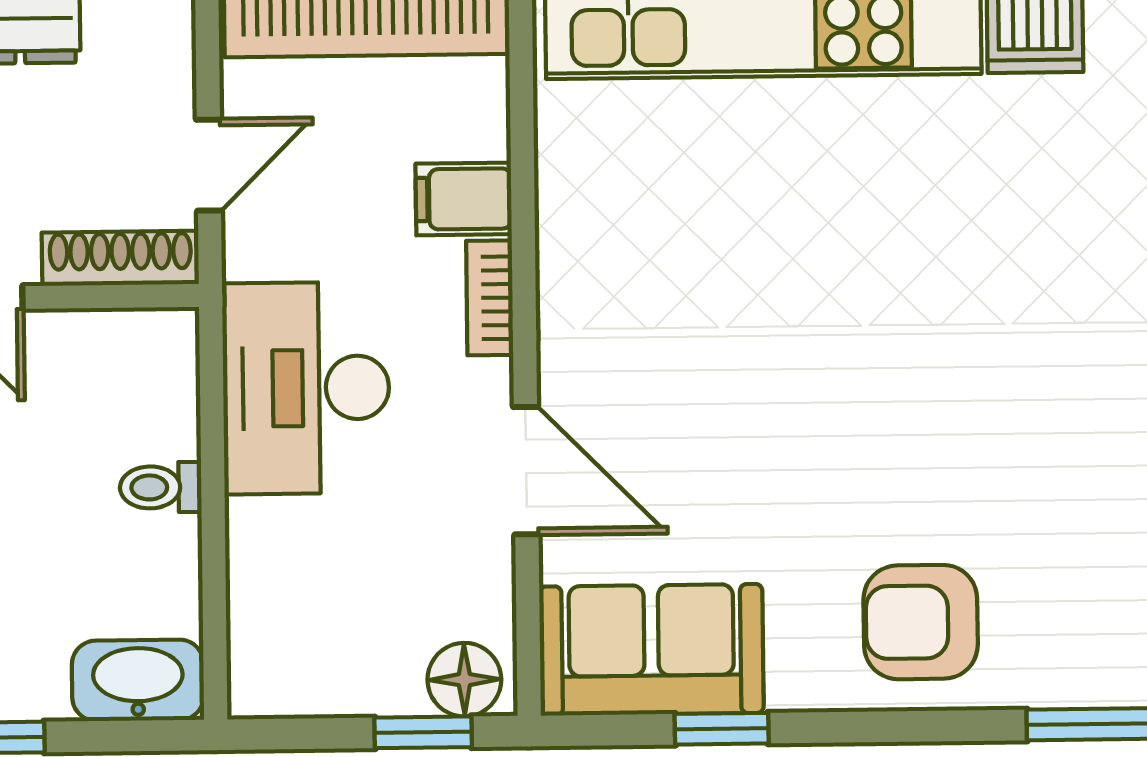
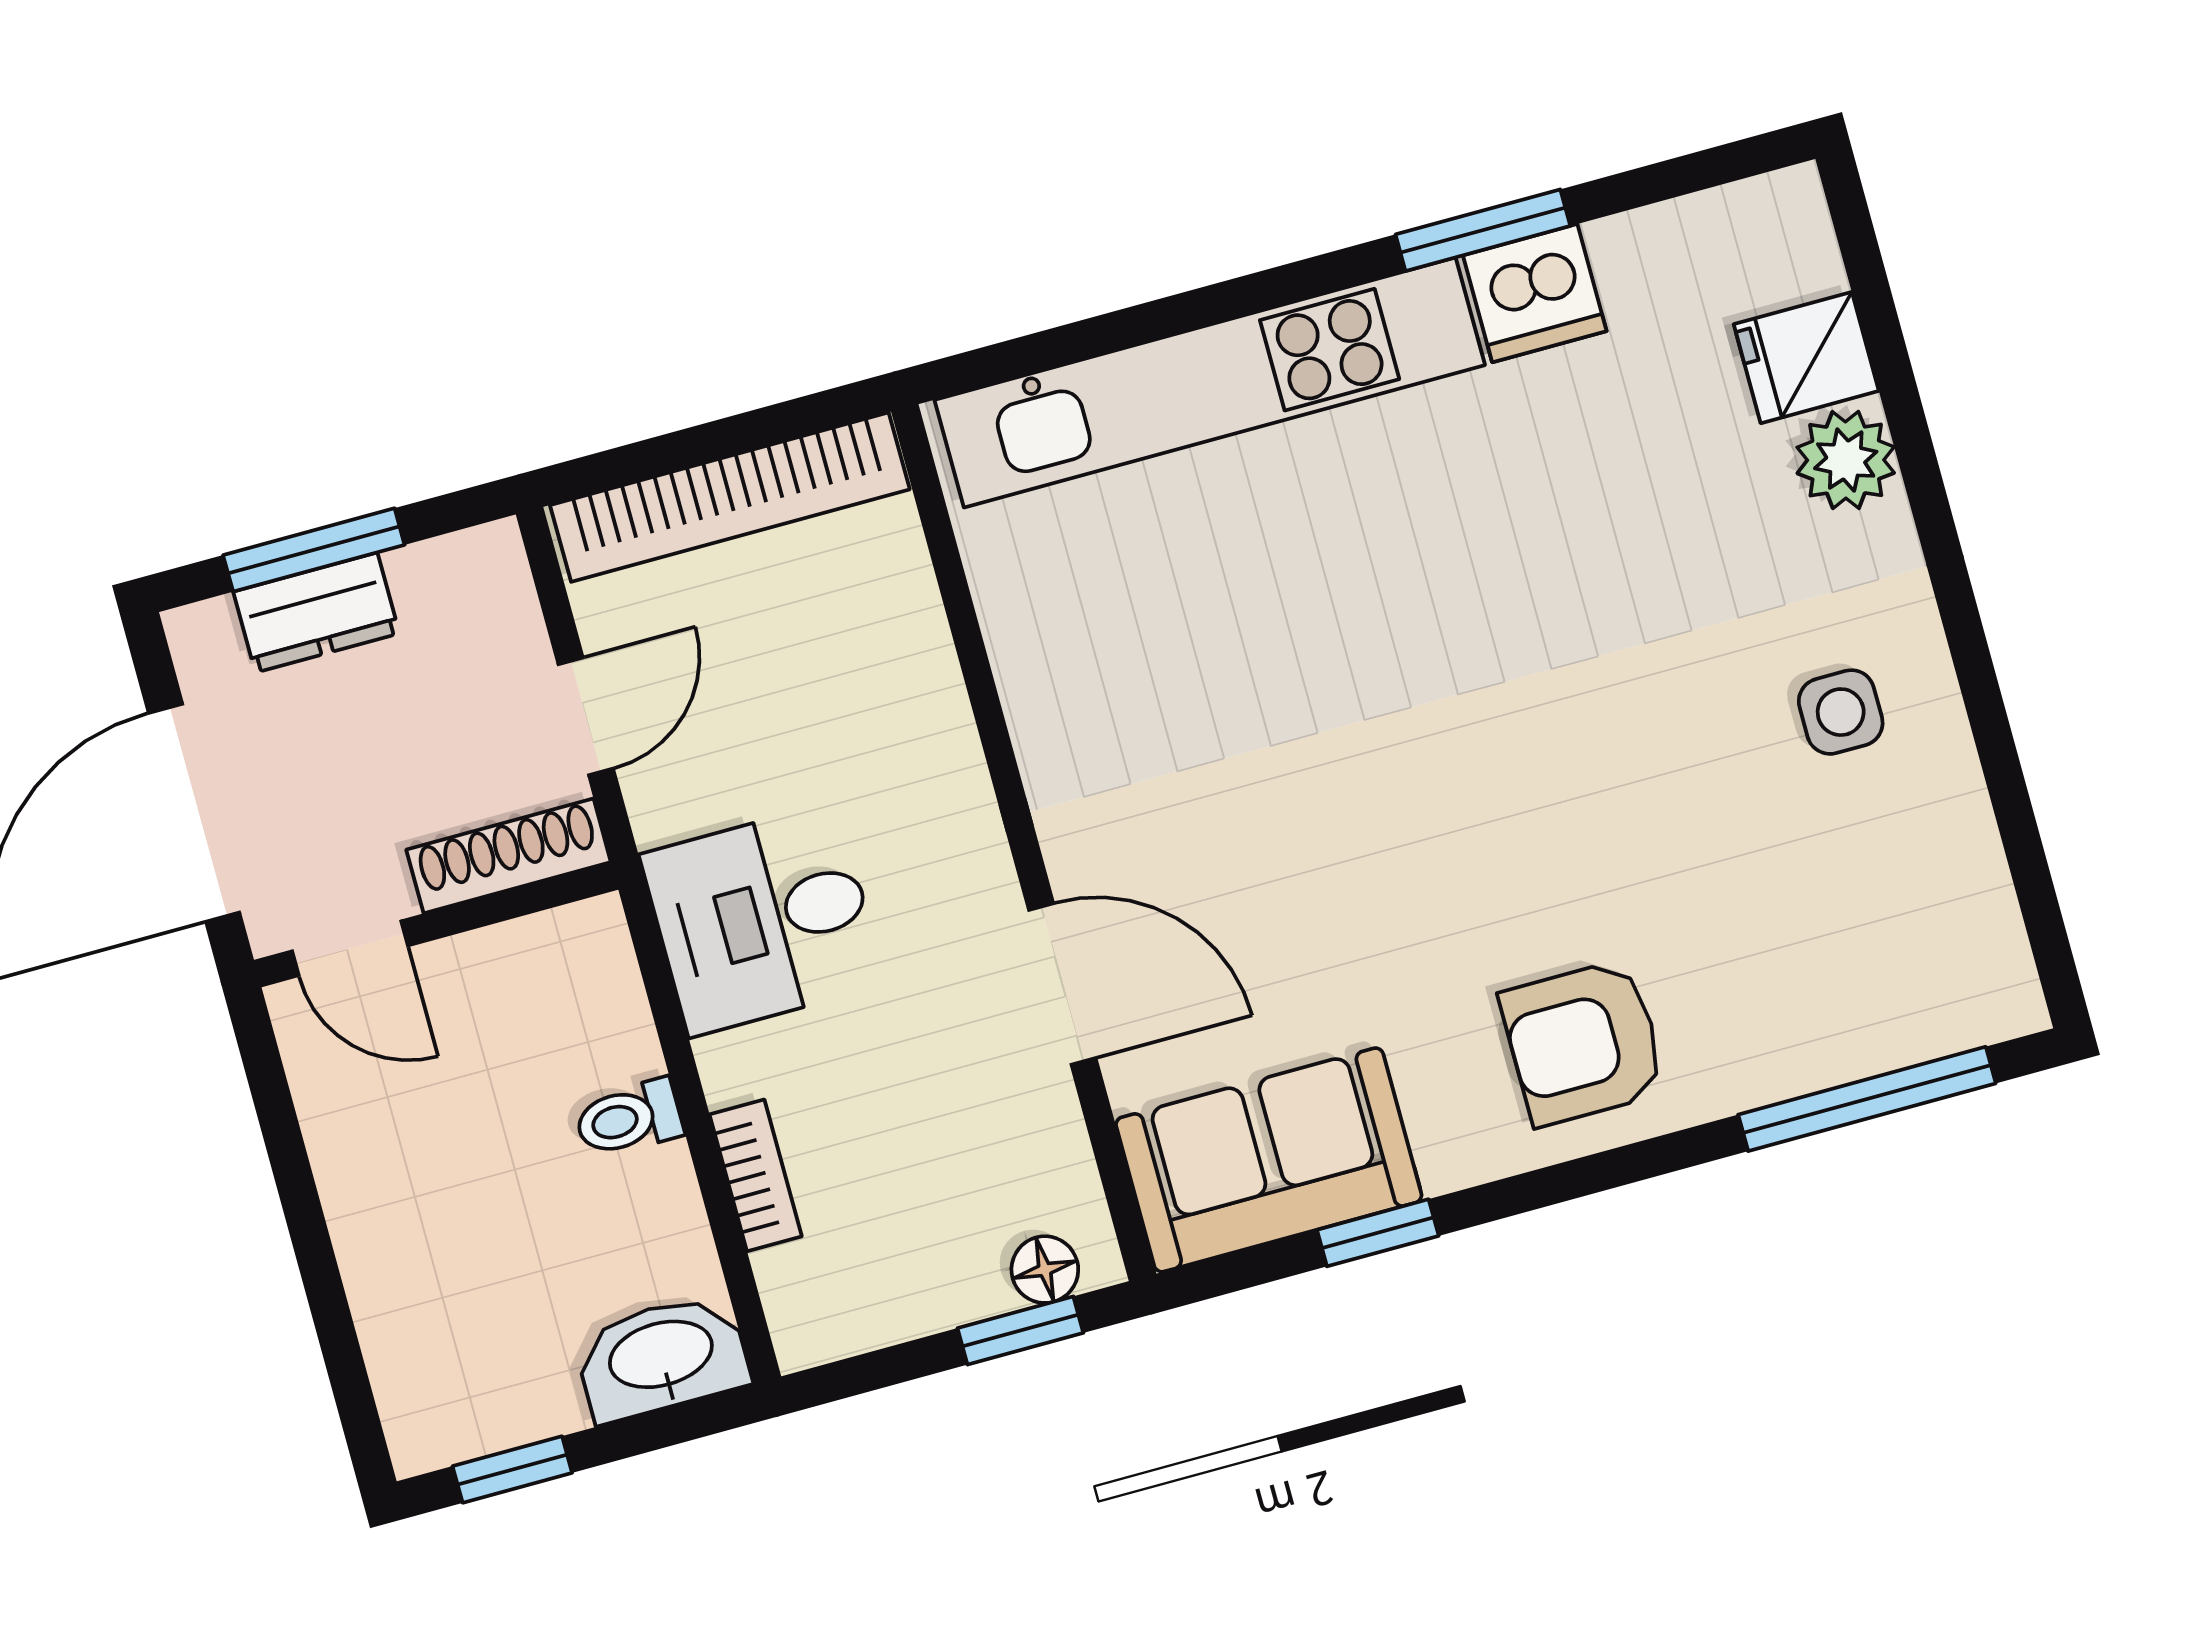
filing cabinet: (464, 199) -> (902, 677), removed
bookcase: (490, 298) -> (756, 1175), moved, turned 180
desk: (306, 388) -> (763, 919), width x0.73
floor lamp: (464, 680) -> (1045, 1270), width x0.73, depth x0.73

